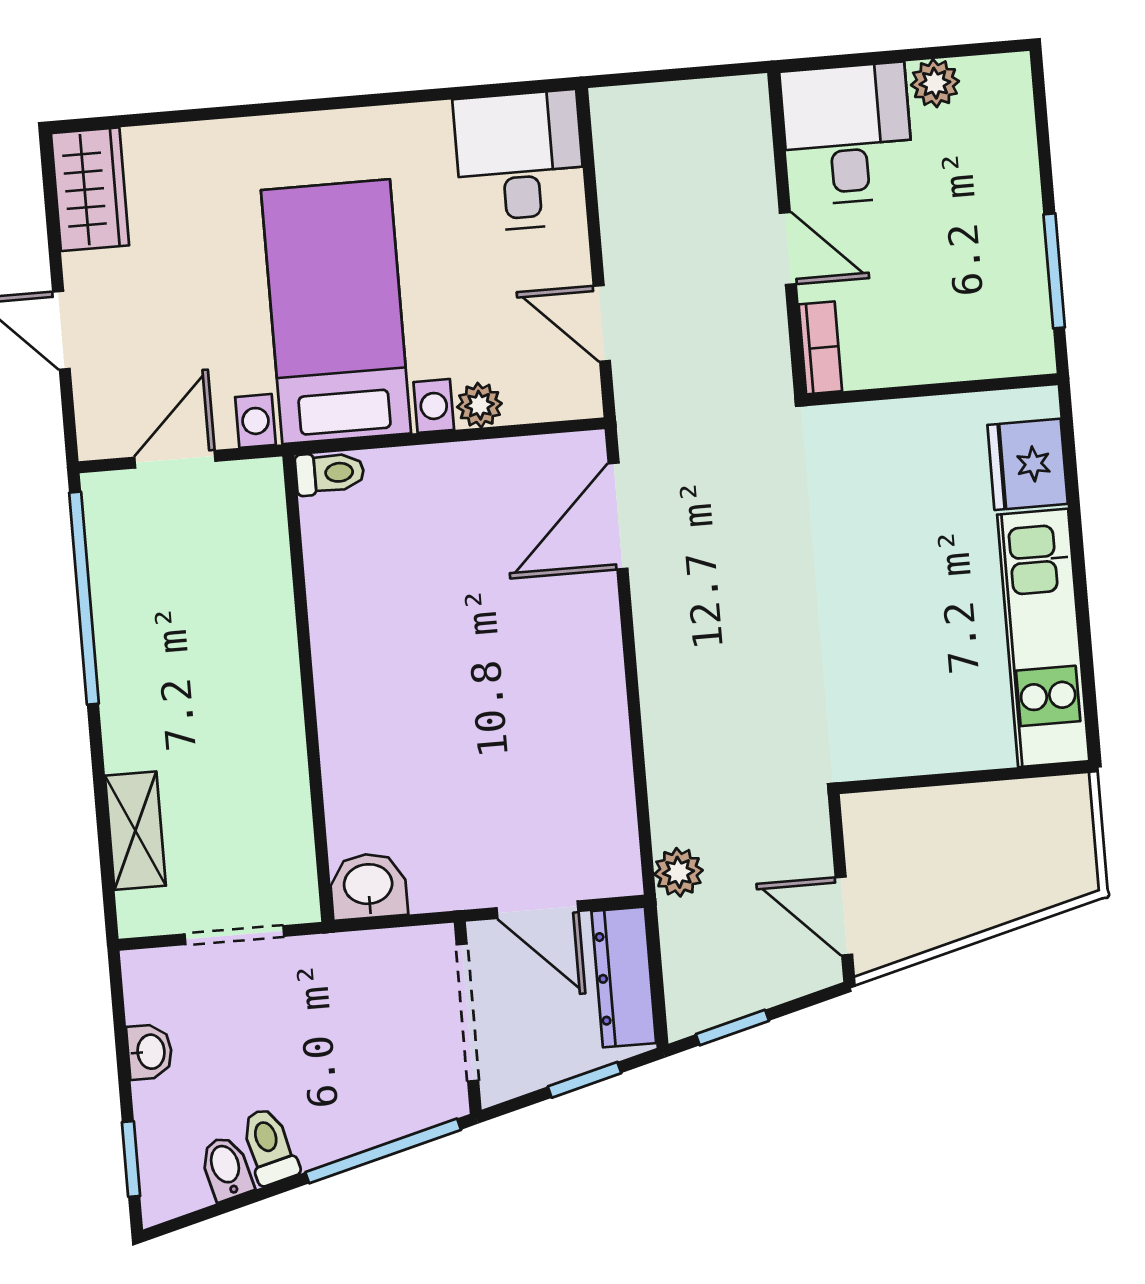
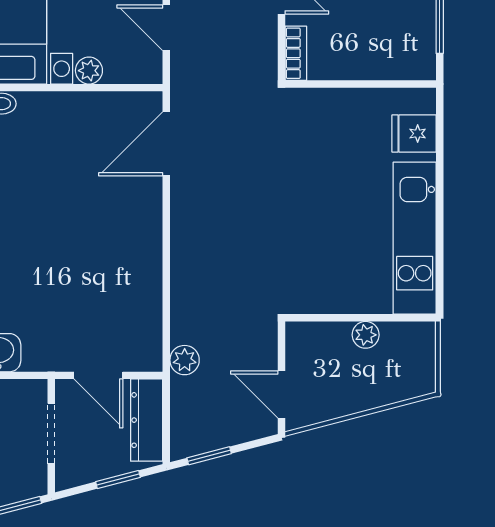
fridge: (1028, 464) -> (414, 134), width x0.72
plant: (975, 805) -> (366, 335), added
doorway: (467, 1012) -> (51, 433), width x0.73

